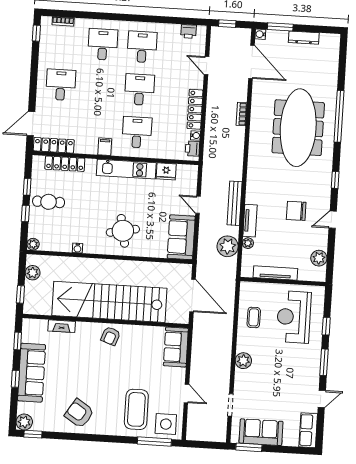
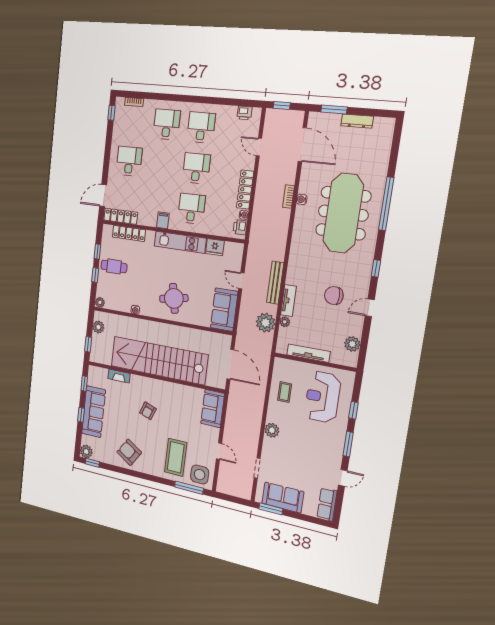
water cooler: (260, 34) -> (302, 199), moved
armchair: (111, 336) -> (148, 411), moved

